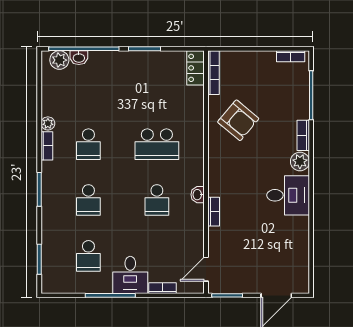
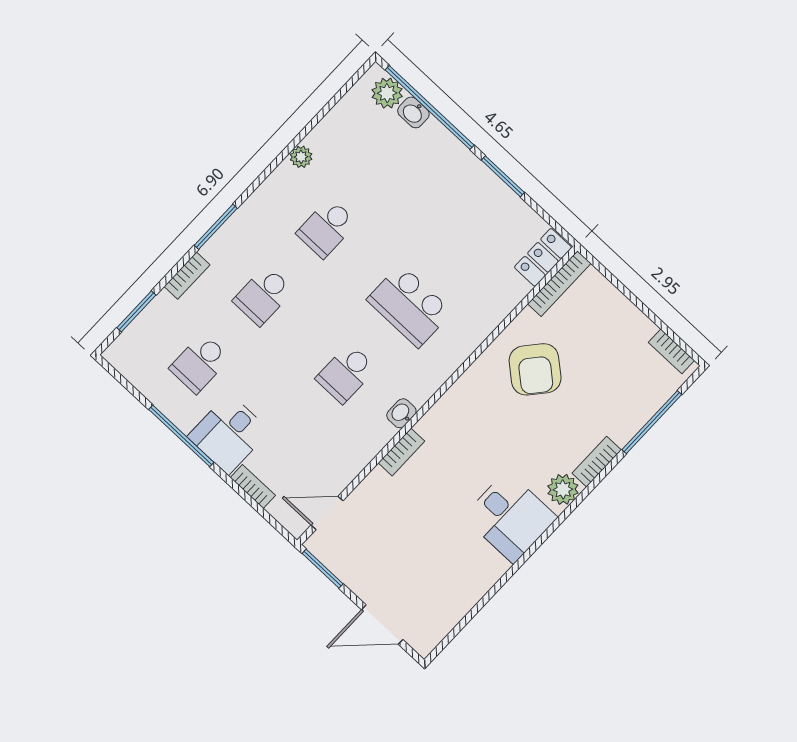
bookcase: (47, 146) -> (187, 276), moved

